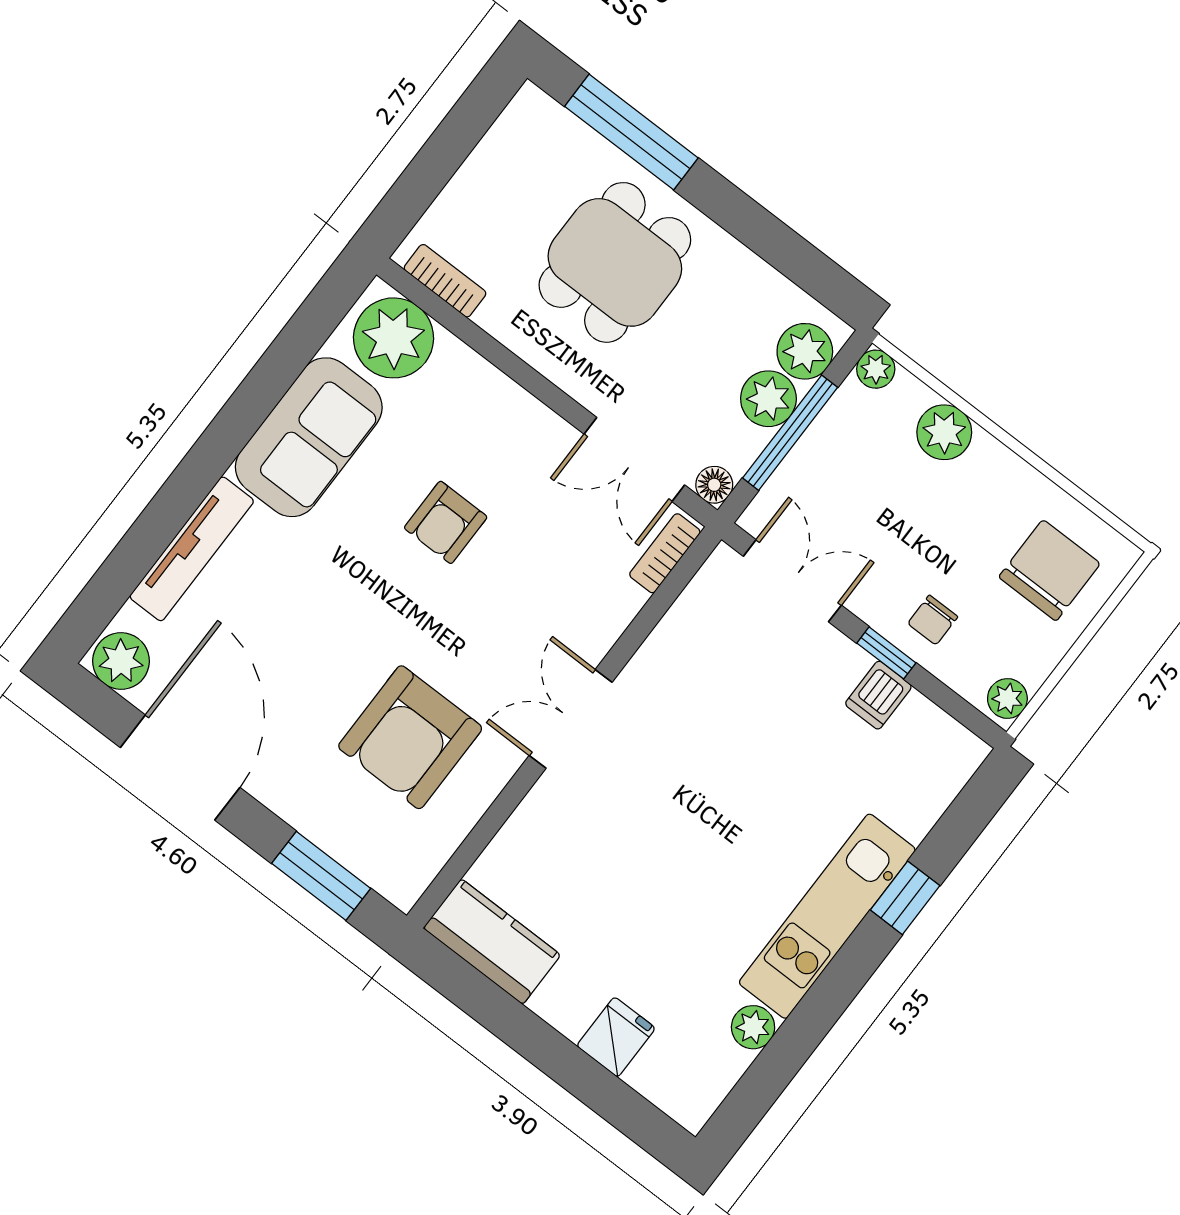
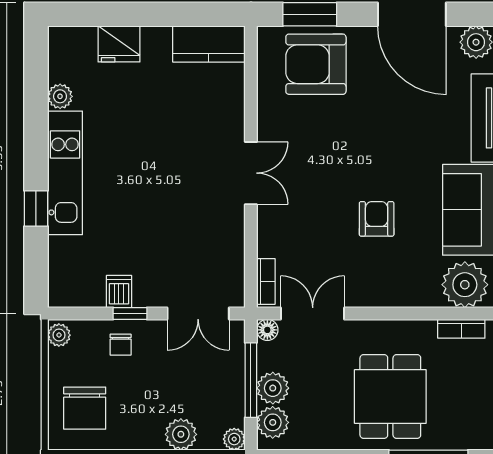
chair: (933, 620) -> (121, 345), turned 180
armchair: (410, 737) -> (316, 64), moved, turned -90
fridge: (616, 1037) -> (119, 44), width x1.38

